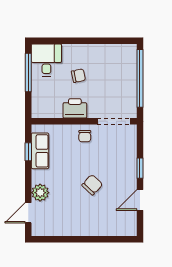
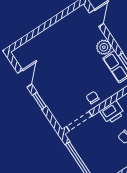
chair: (92, 185) -> (65, 67), removed
plant: (40, 193) -> (104, 47), moved

